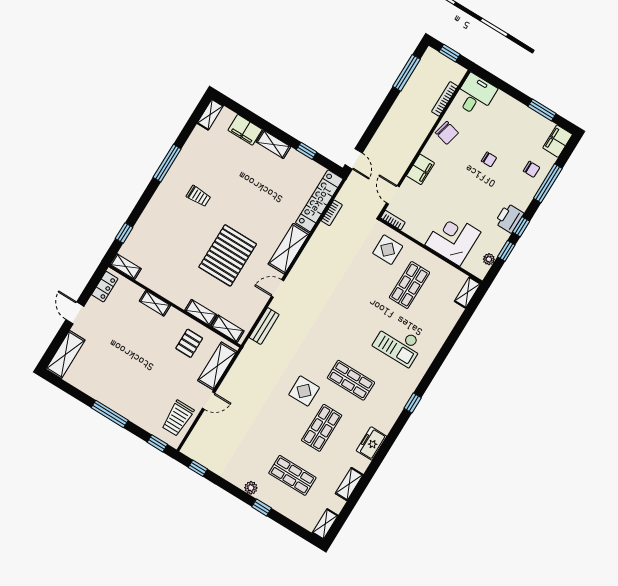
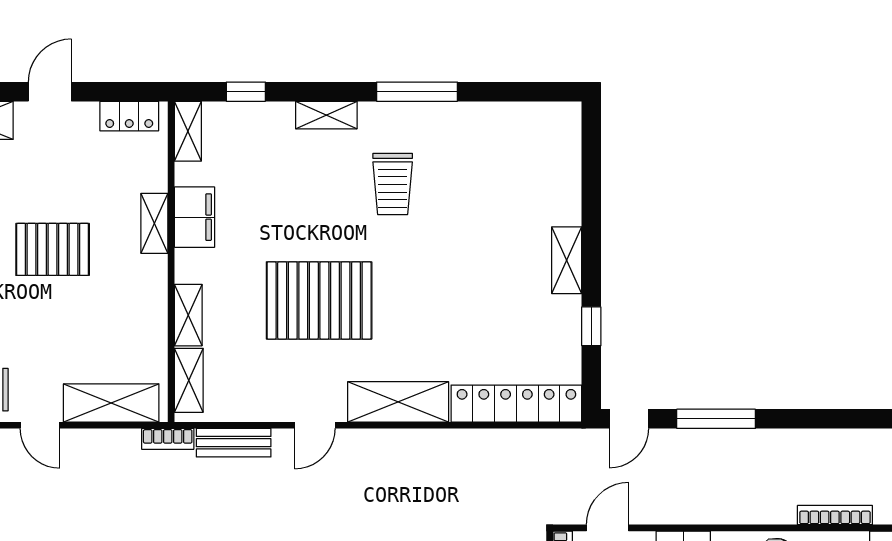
window: (407, 73) -> (716, 419), moved
shelving: (210, 114) -> (326, 115), moved
filing cabinet: (245, 130) -> (194, 217), moved, turned 180
trolley: (199, 196) -> (393, 184), width x1.36, depth x1.39
bookcase: (332, 213) -> (168, 439), moved
door: (277, 289) -> (315, 425), swing flipped
pallet: (189, 343) -> (53, 249), moved, width x1.50, depth x1.42

